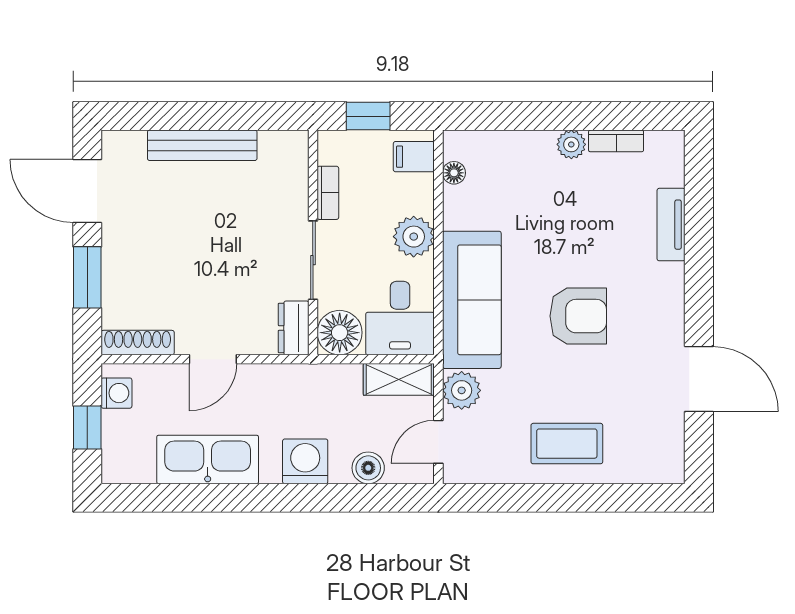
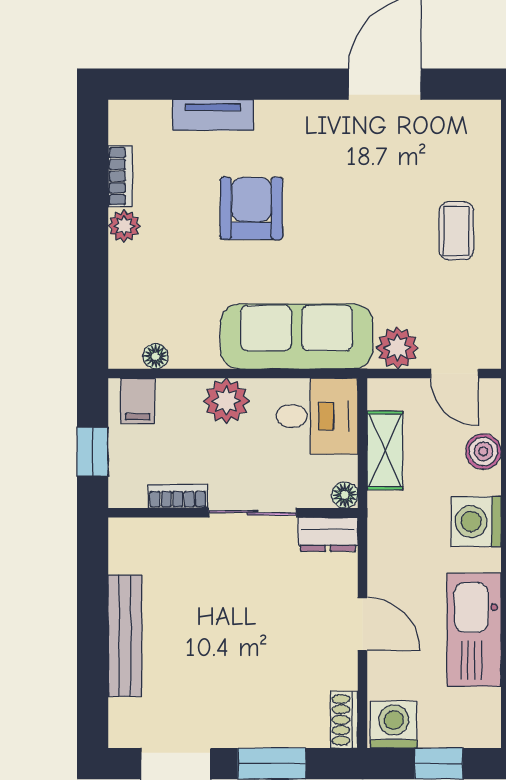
armchair: (578, 316) -> (251, 208), moved
floor lamp: (340, 333) -> (345, 495), width x0.53, depth x0.53
shoe rack: (138, 343) -> (344, 720), width x0.70
shelving: (399, 379) -> (385, 450), moved
washing machine: (117, 393) -> (394, 725), width x1.38, depth x1.38
coffee table: (567, 444) -> (456, 231), width x0.73, depth x0.77

